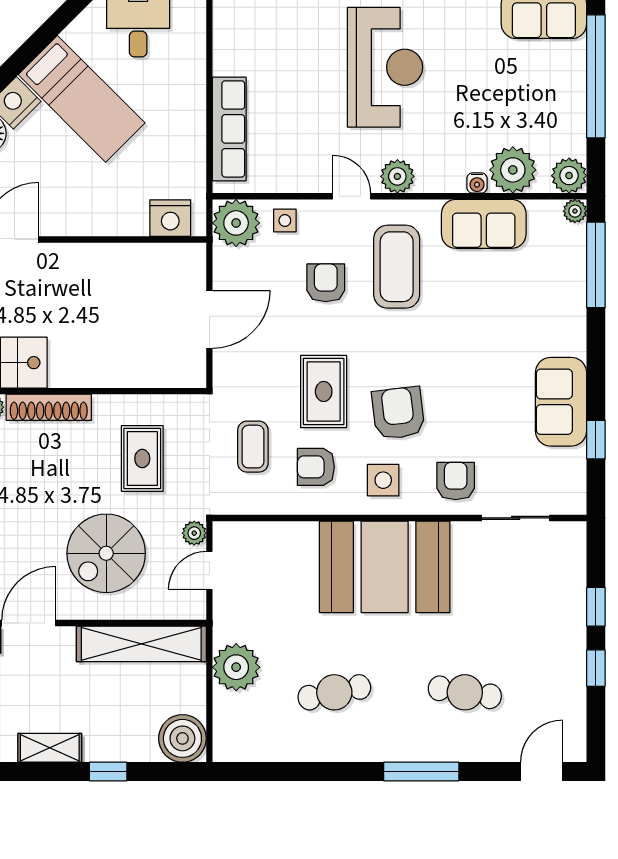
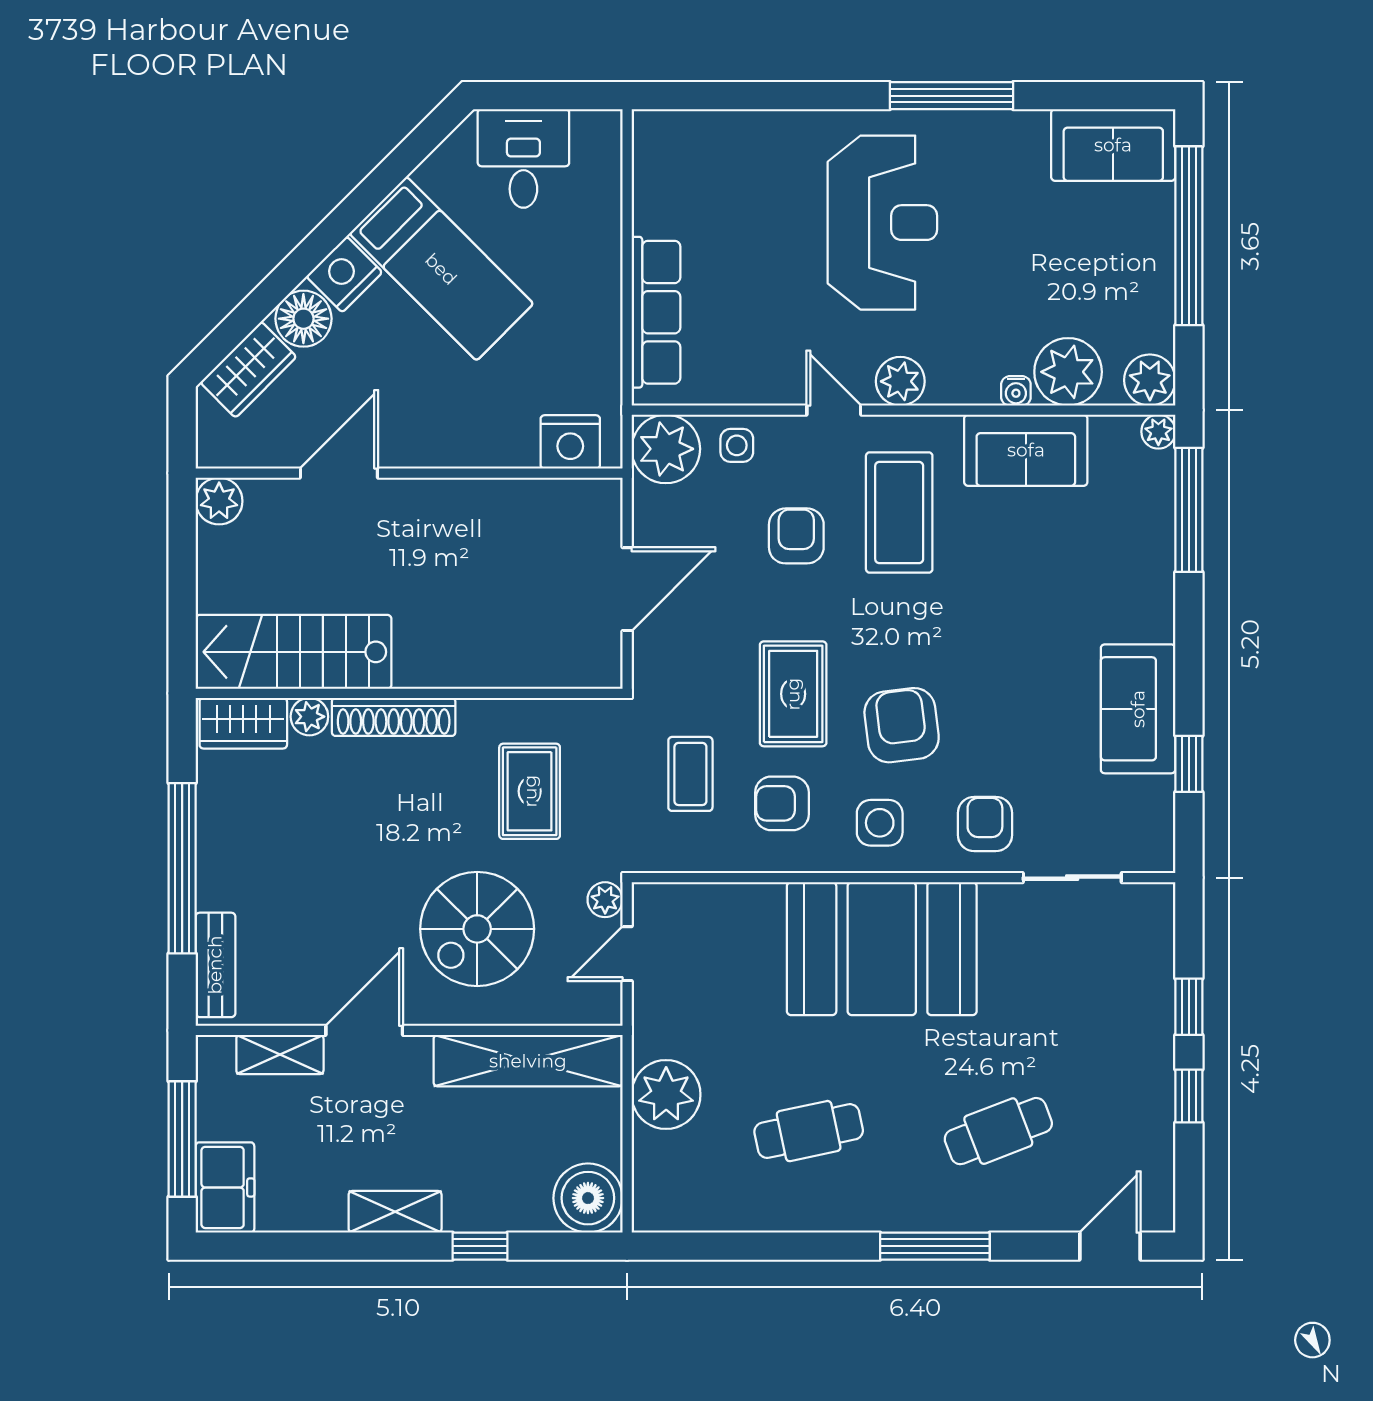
cafe table: (465, 692) -> (998, 1131), turned -30

